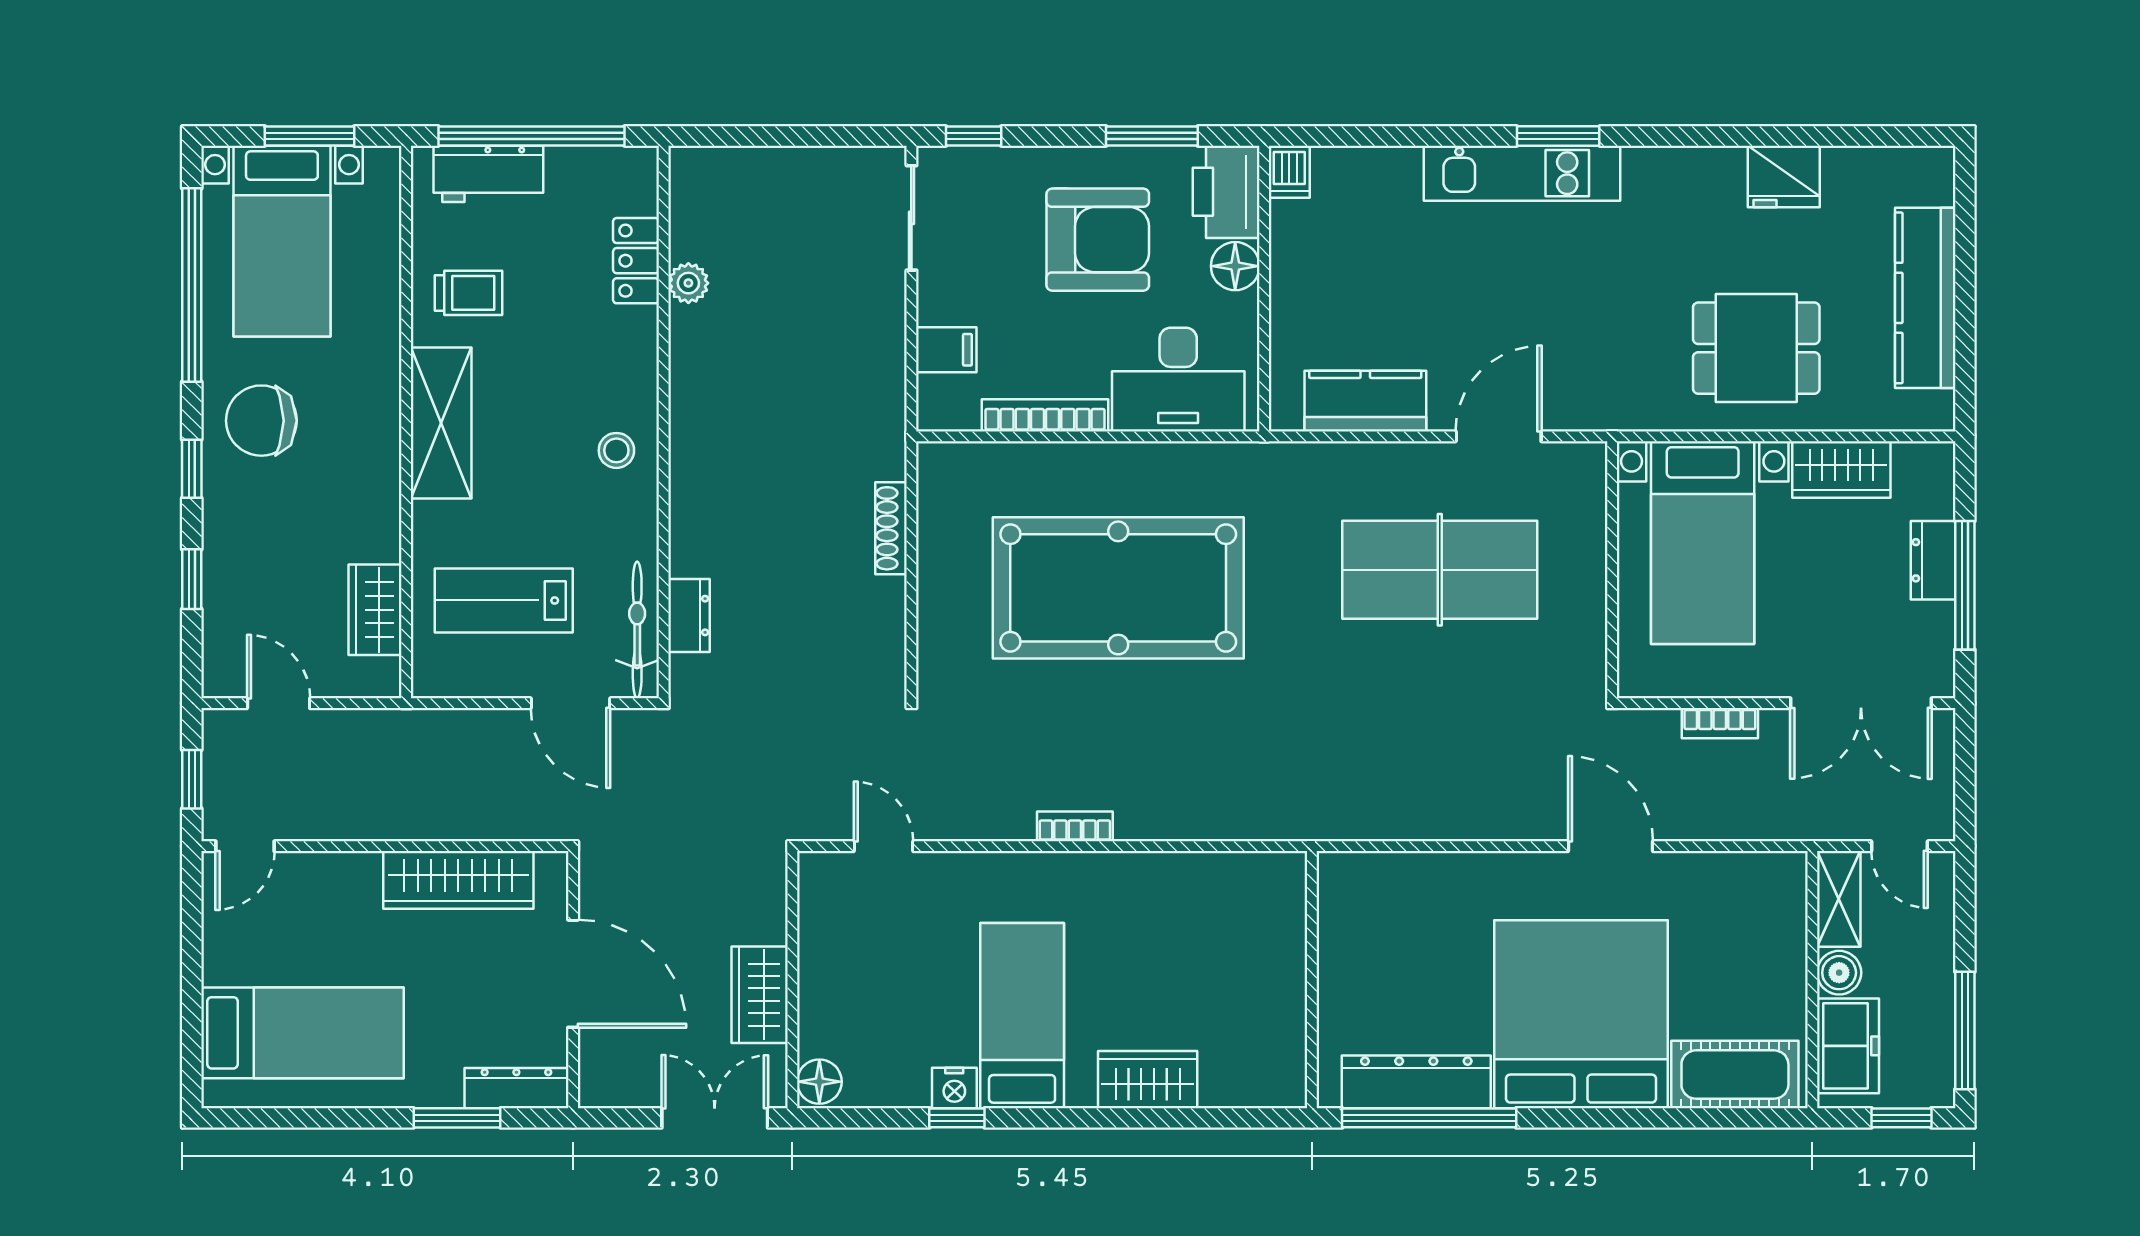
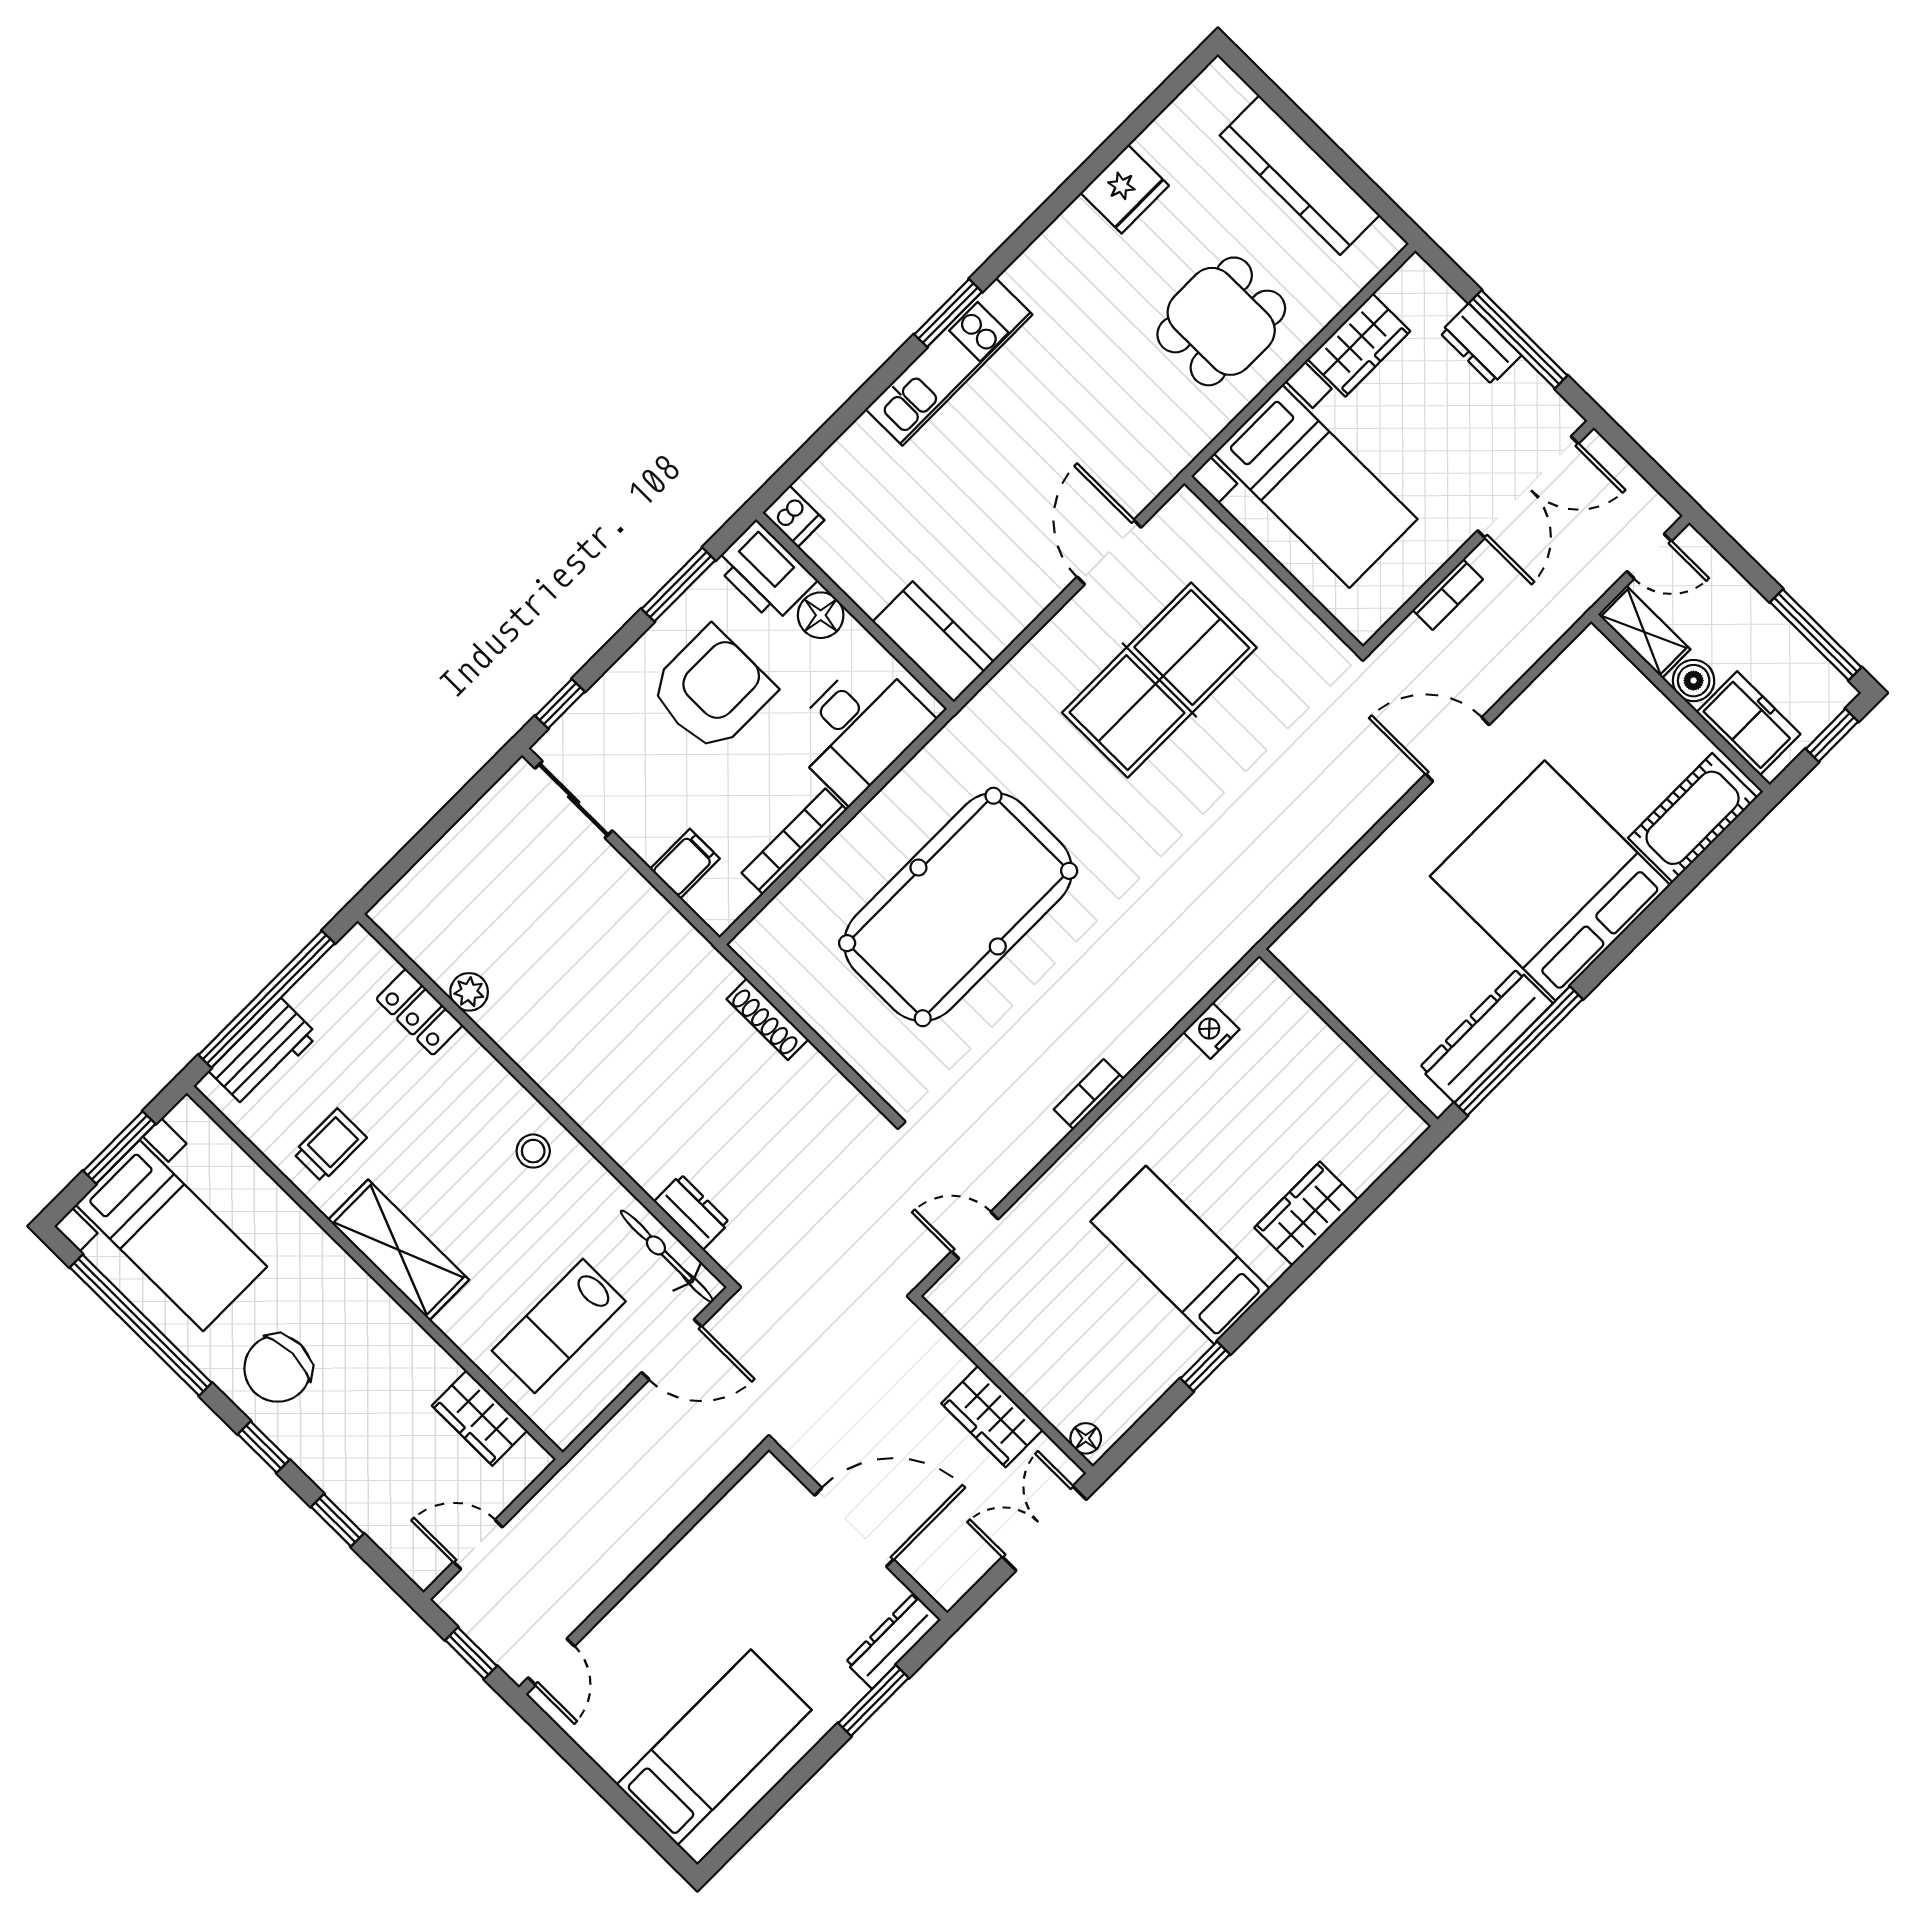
kitchen counter: (1365, 401) -> (933, 642), moved, turned 90
wardrobe: (458, 880) -> (715, 1542), removed
floor lamp: (819, 1082) -> (1086, 1438), width x0.73, depth x0.73
nightstand: (954, 1088) -> (1211, 1031), moved, turned 180

